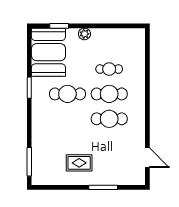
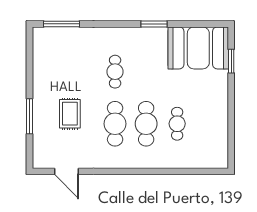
plant: (84, 34) -> (221, 93), removed
cafe table: (67, 94) -> (115, 72), moved, width x0.73, depth x0.74
door: (147, 158) -> (66, 171), hinge flipped
rug: (79, 163) -> (70, 114), moved

